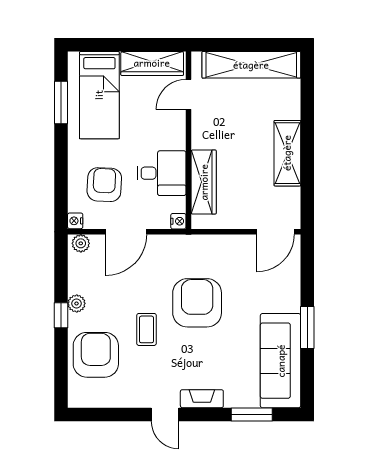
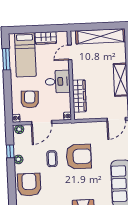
wardrobe: (152, 63) -> (46, 38), width x0.67
desk: (162, 173) -> (58, 82), moved
armchair: (197, 303) -> (79, 156), turned 90
window: (61, 315) -> (10, 151), moved
coffee table: (146, 329) -> (52, 159), moved

